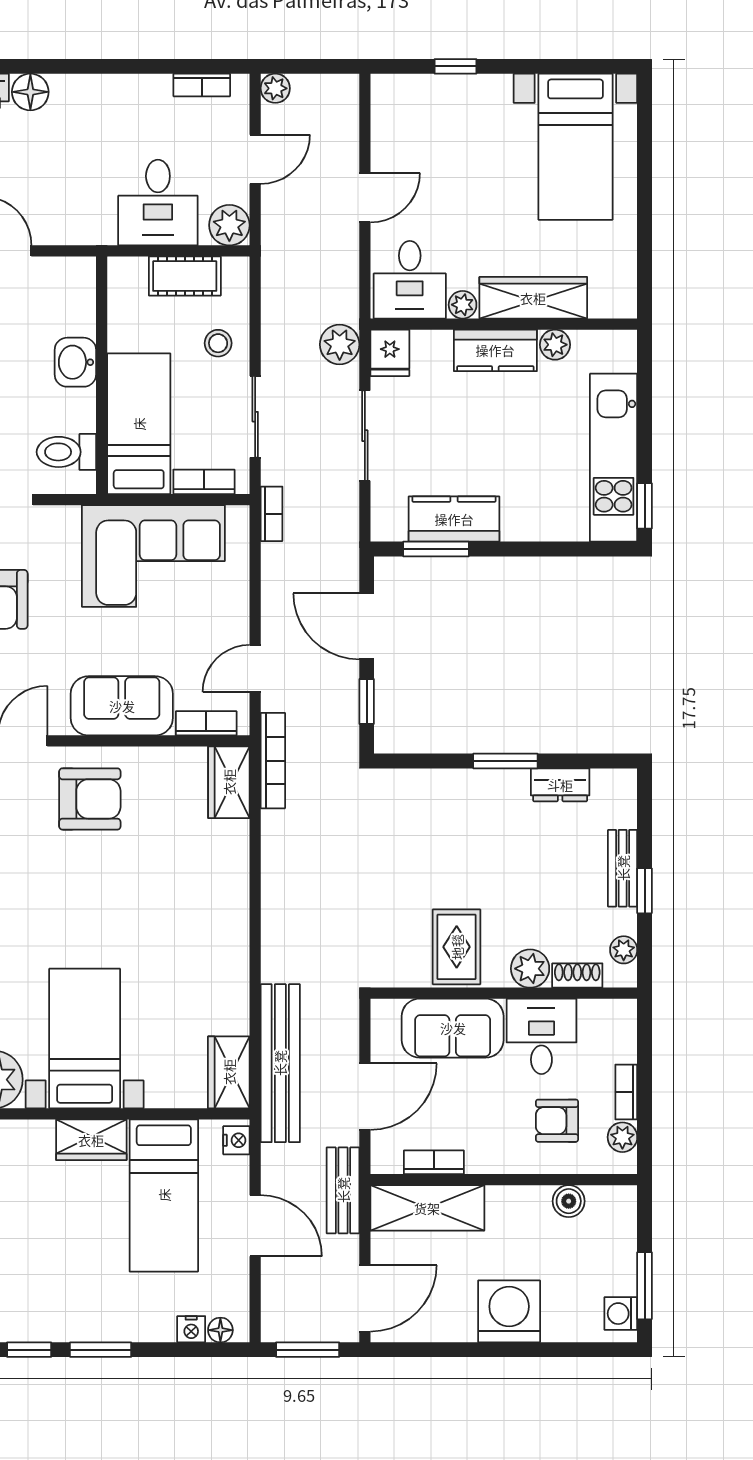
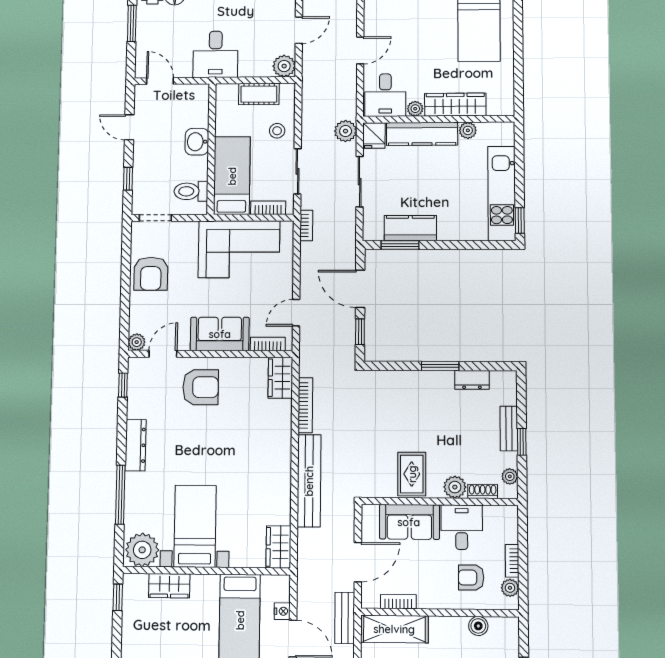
desk: (158, 203) -> (215, 54), moved
kitchen counter: (495, 350) -> (422, 134), width x1.50
bookcase: (273, 761) -> (305, 405), moved
bench: (280, 1063) -> (309, 481), moved
wardrobe: (91, 1140) -> (169, 586), moved
nightstand: (236, 1140) -> (282, 611), moved

